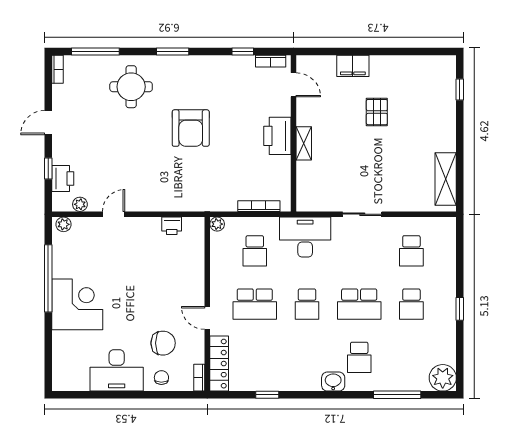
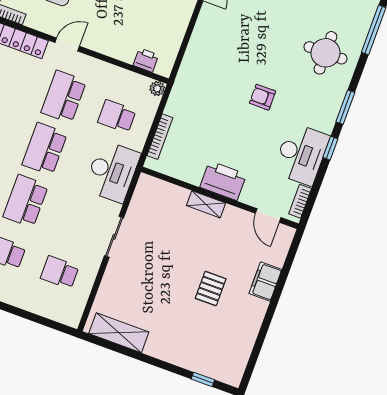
window: (243, 52) -> (330, 148), moved
desk: (229, 75) -> (301, 154), added
door: (294, 85) -> (268, 215), hinge flipped
pallet: (377, 112) -> (211, 289), turned 90
armchair: (191, 128) -> (263, 97), width x0.53, depth x0.53
printer: (172, 226) -> (146, 60), moved, turned 90
school desk: (307, 304) -> (45, 149), width x1.85

